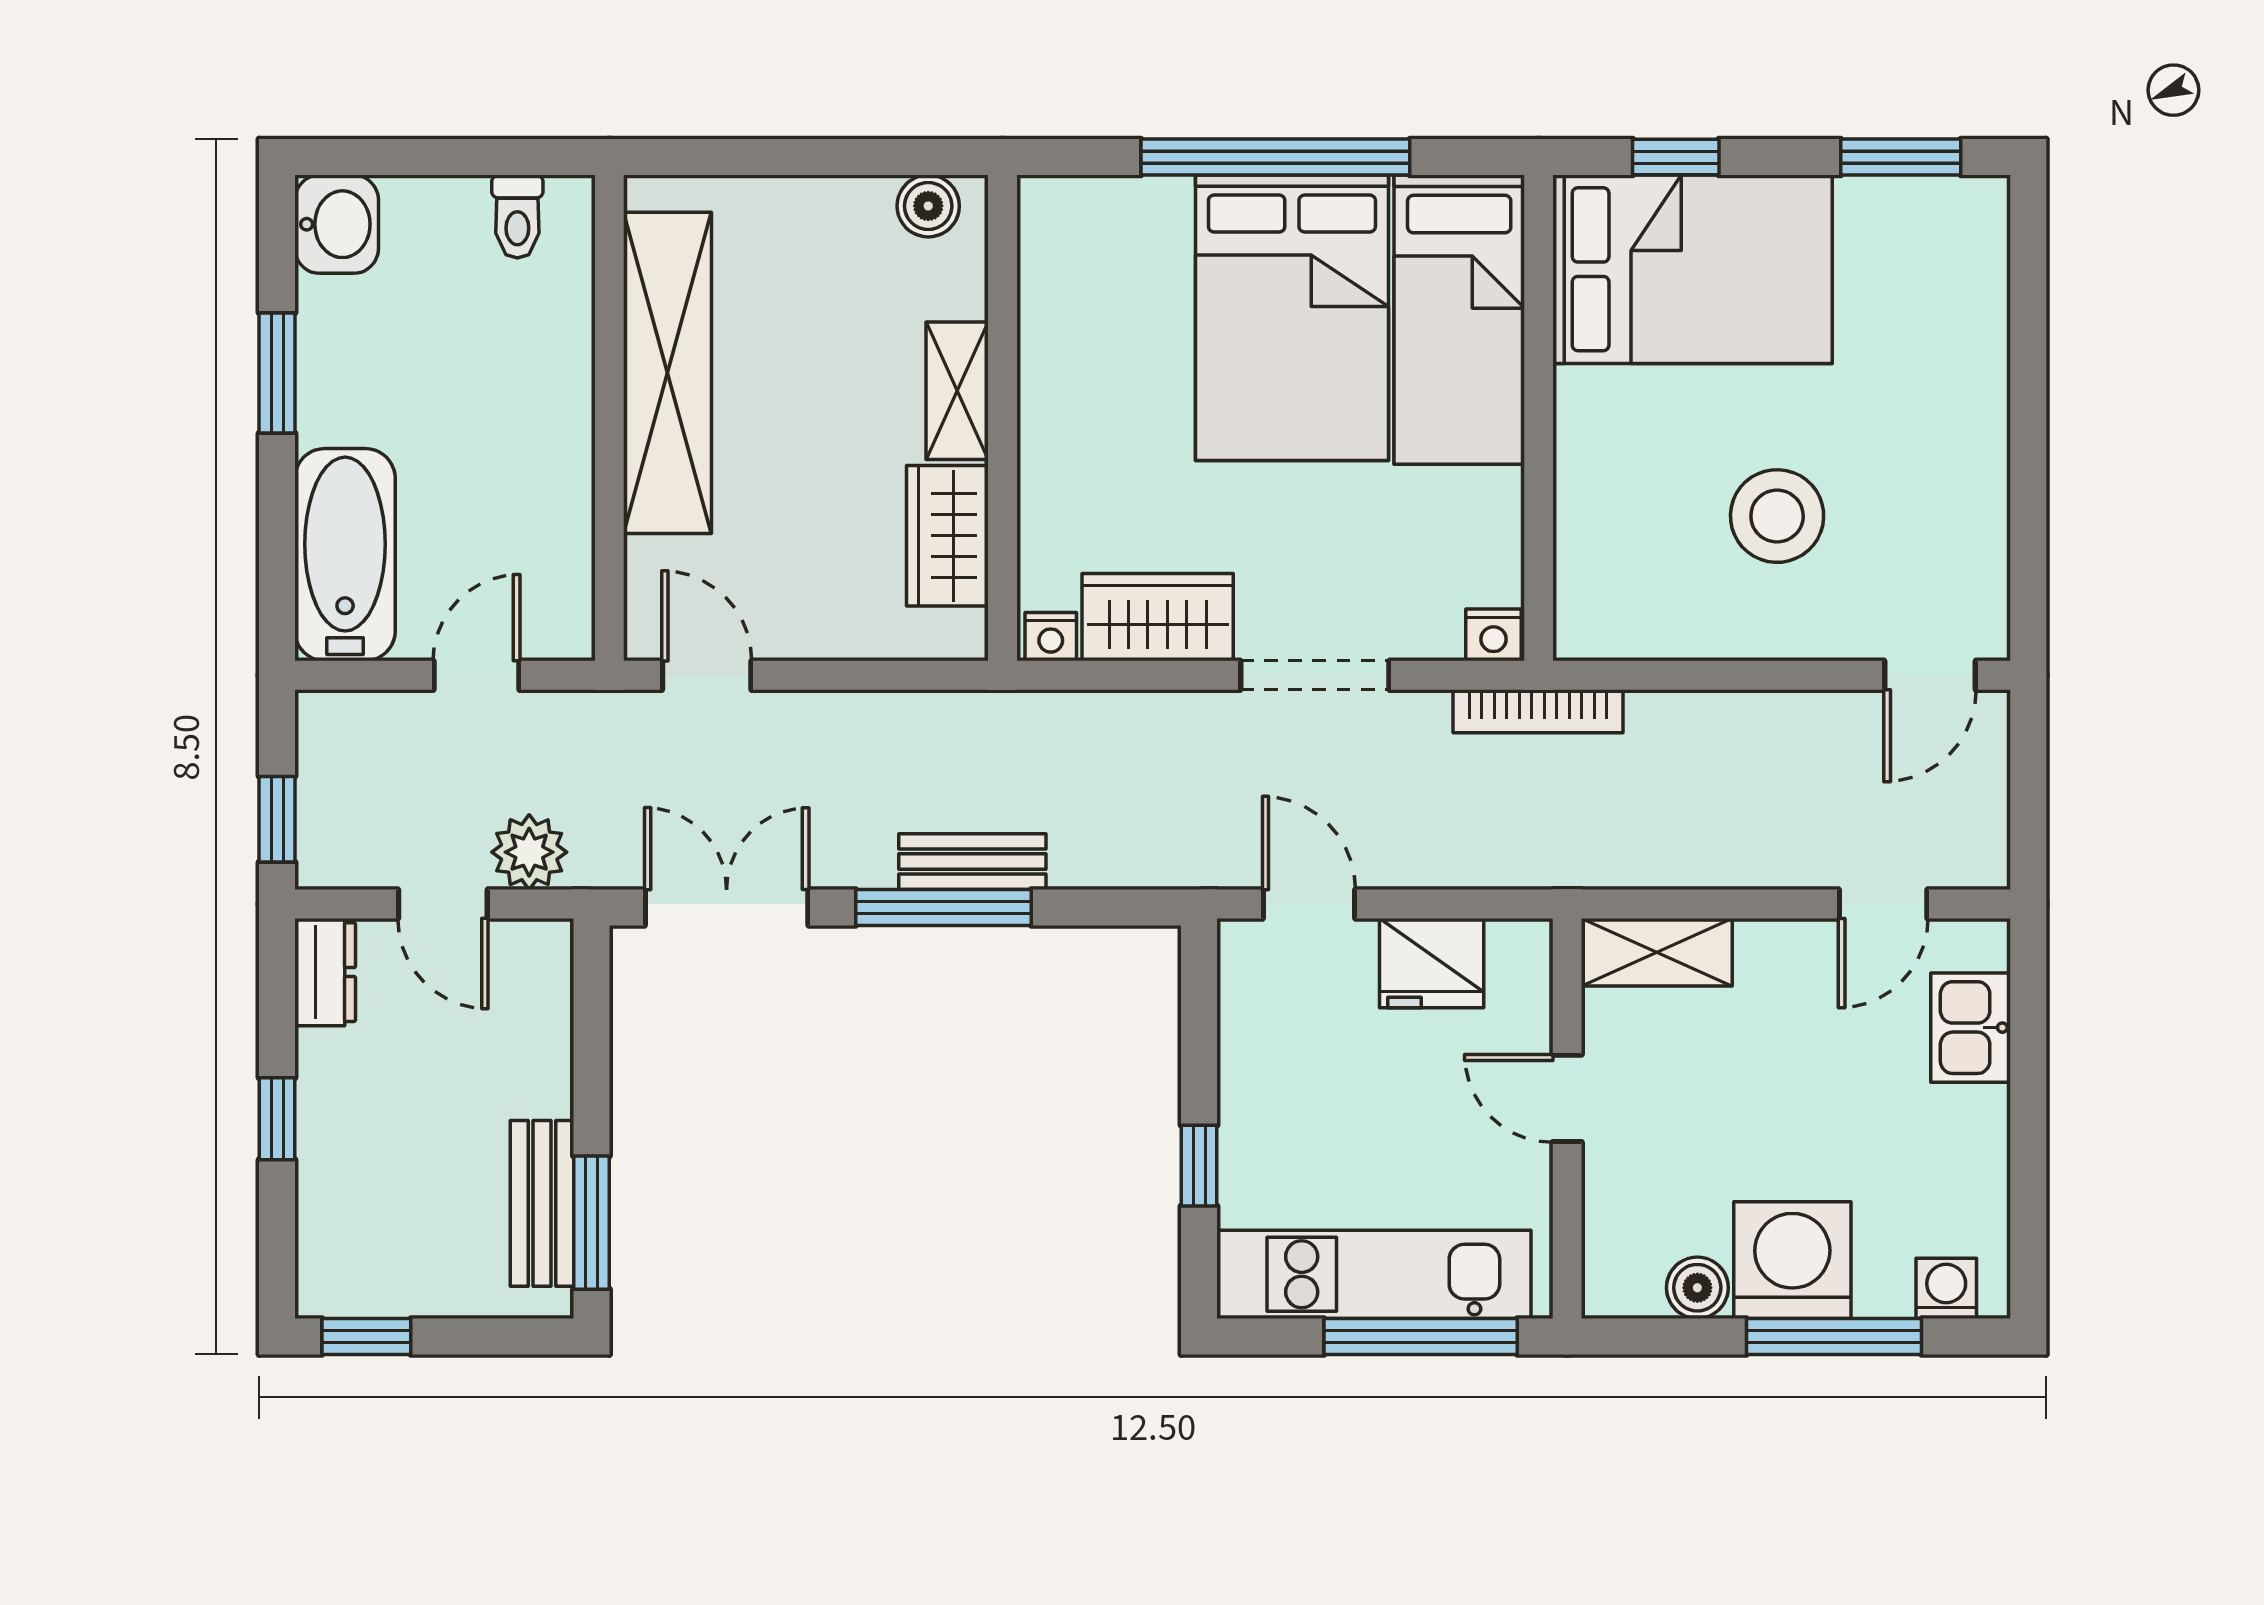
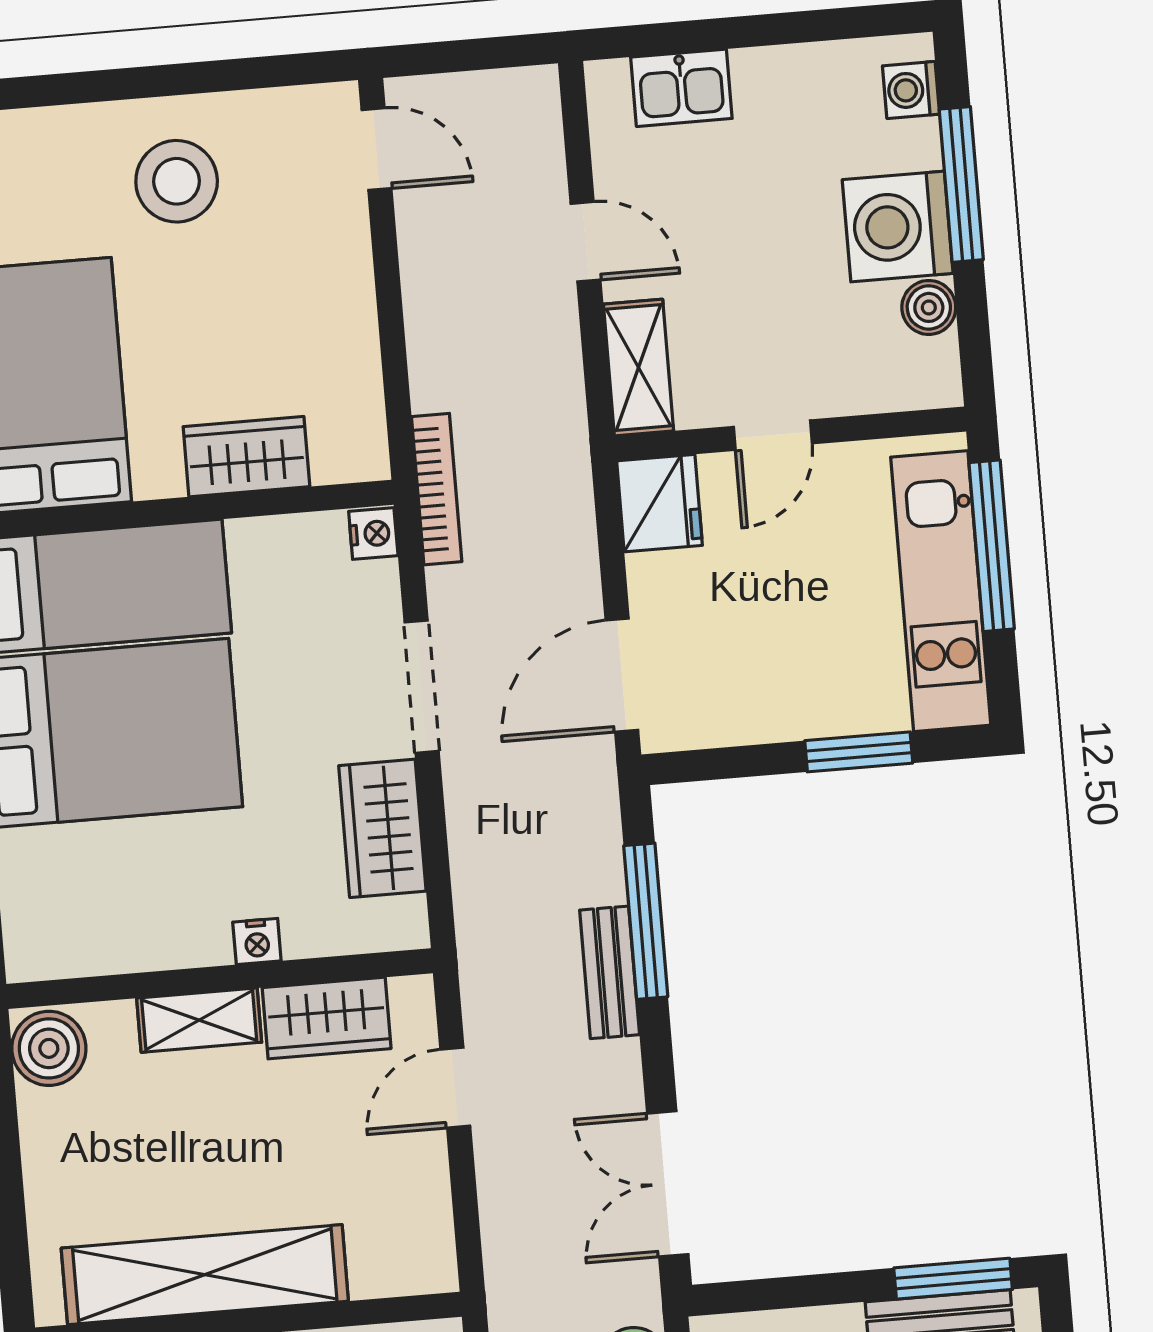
boiler: (928, 206) -> (49, 1048), width x1.36, depth x1.36
wardrobe: (1593, 498) -> (246, 457), added
stool: (1777, 516) -> (177, 181), moved
nightstand: (1051, 637) -> (257, 941), moved, turned 90
door: (707, 675) -> (455, 1088), moved
door: (1309, 904) -> (622, 675), width x1.38
door: (1883, 904) -> (586, 242), moved
window: (944, 908) -> (646, 921), moved
fridge: (1432, 963) -> (659, 503), moved
window: (1199, 1166) -> (859, 752), width x1.50

